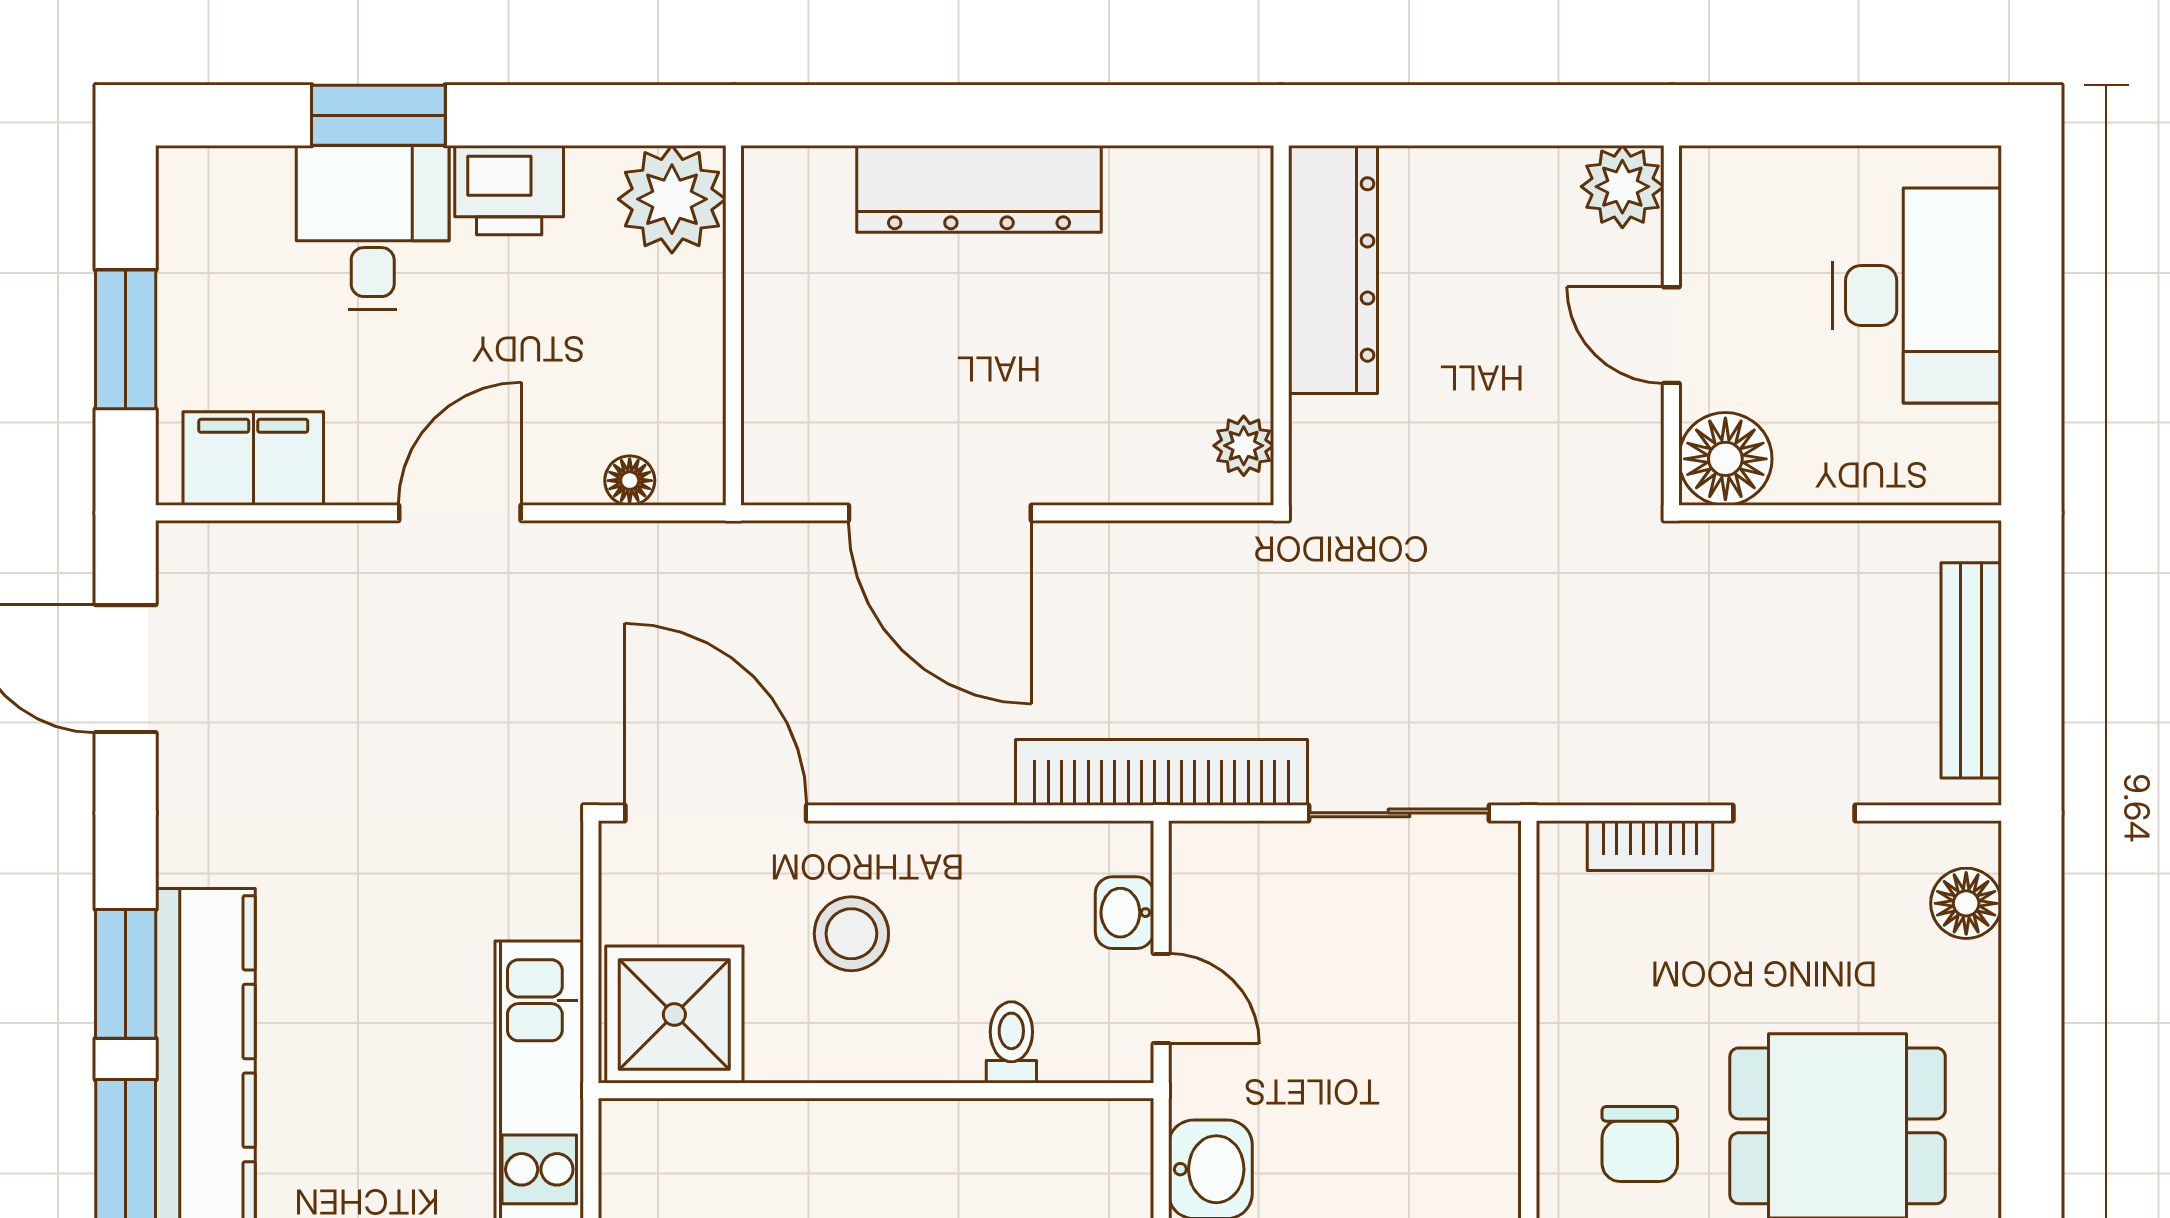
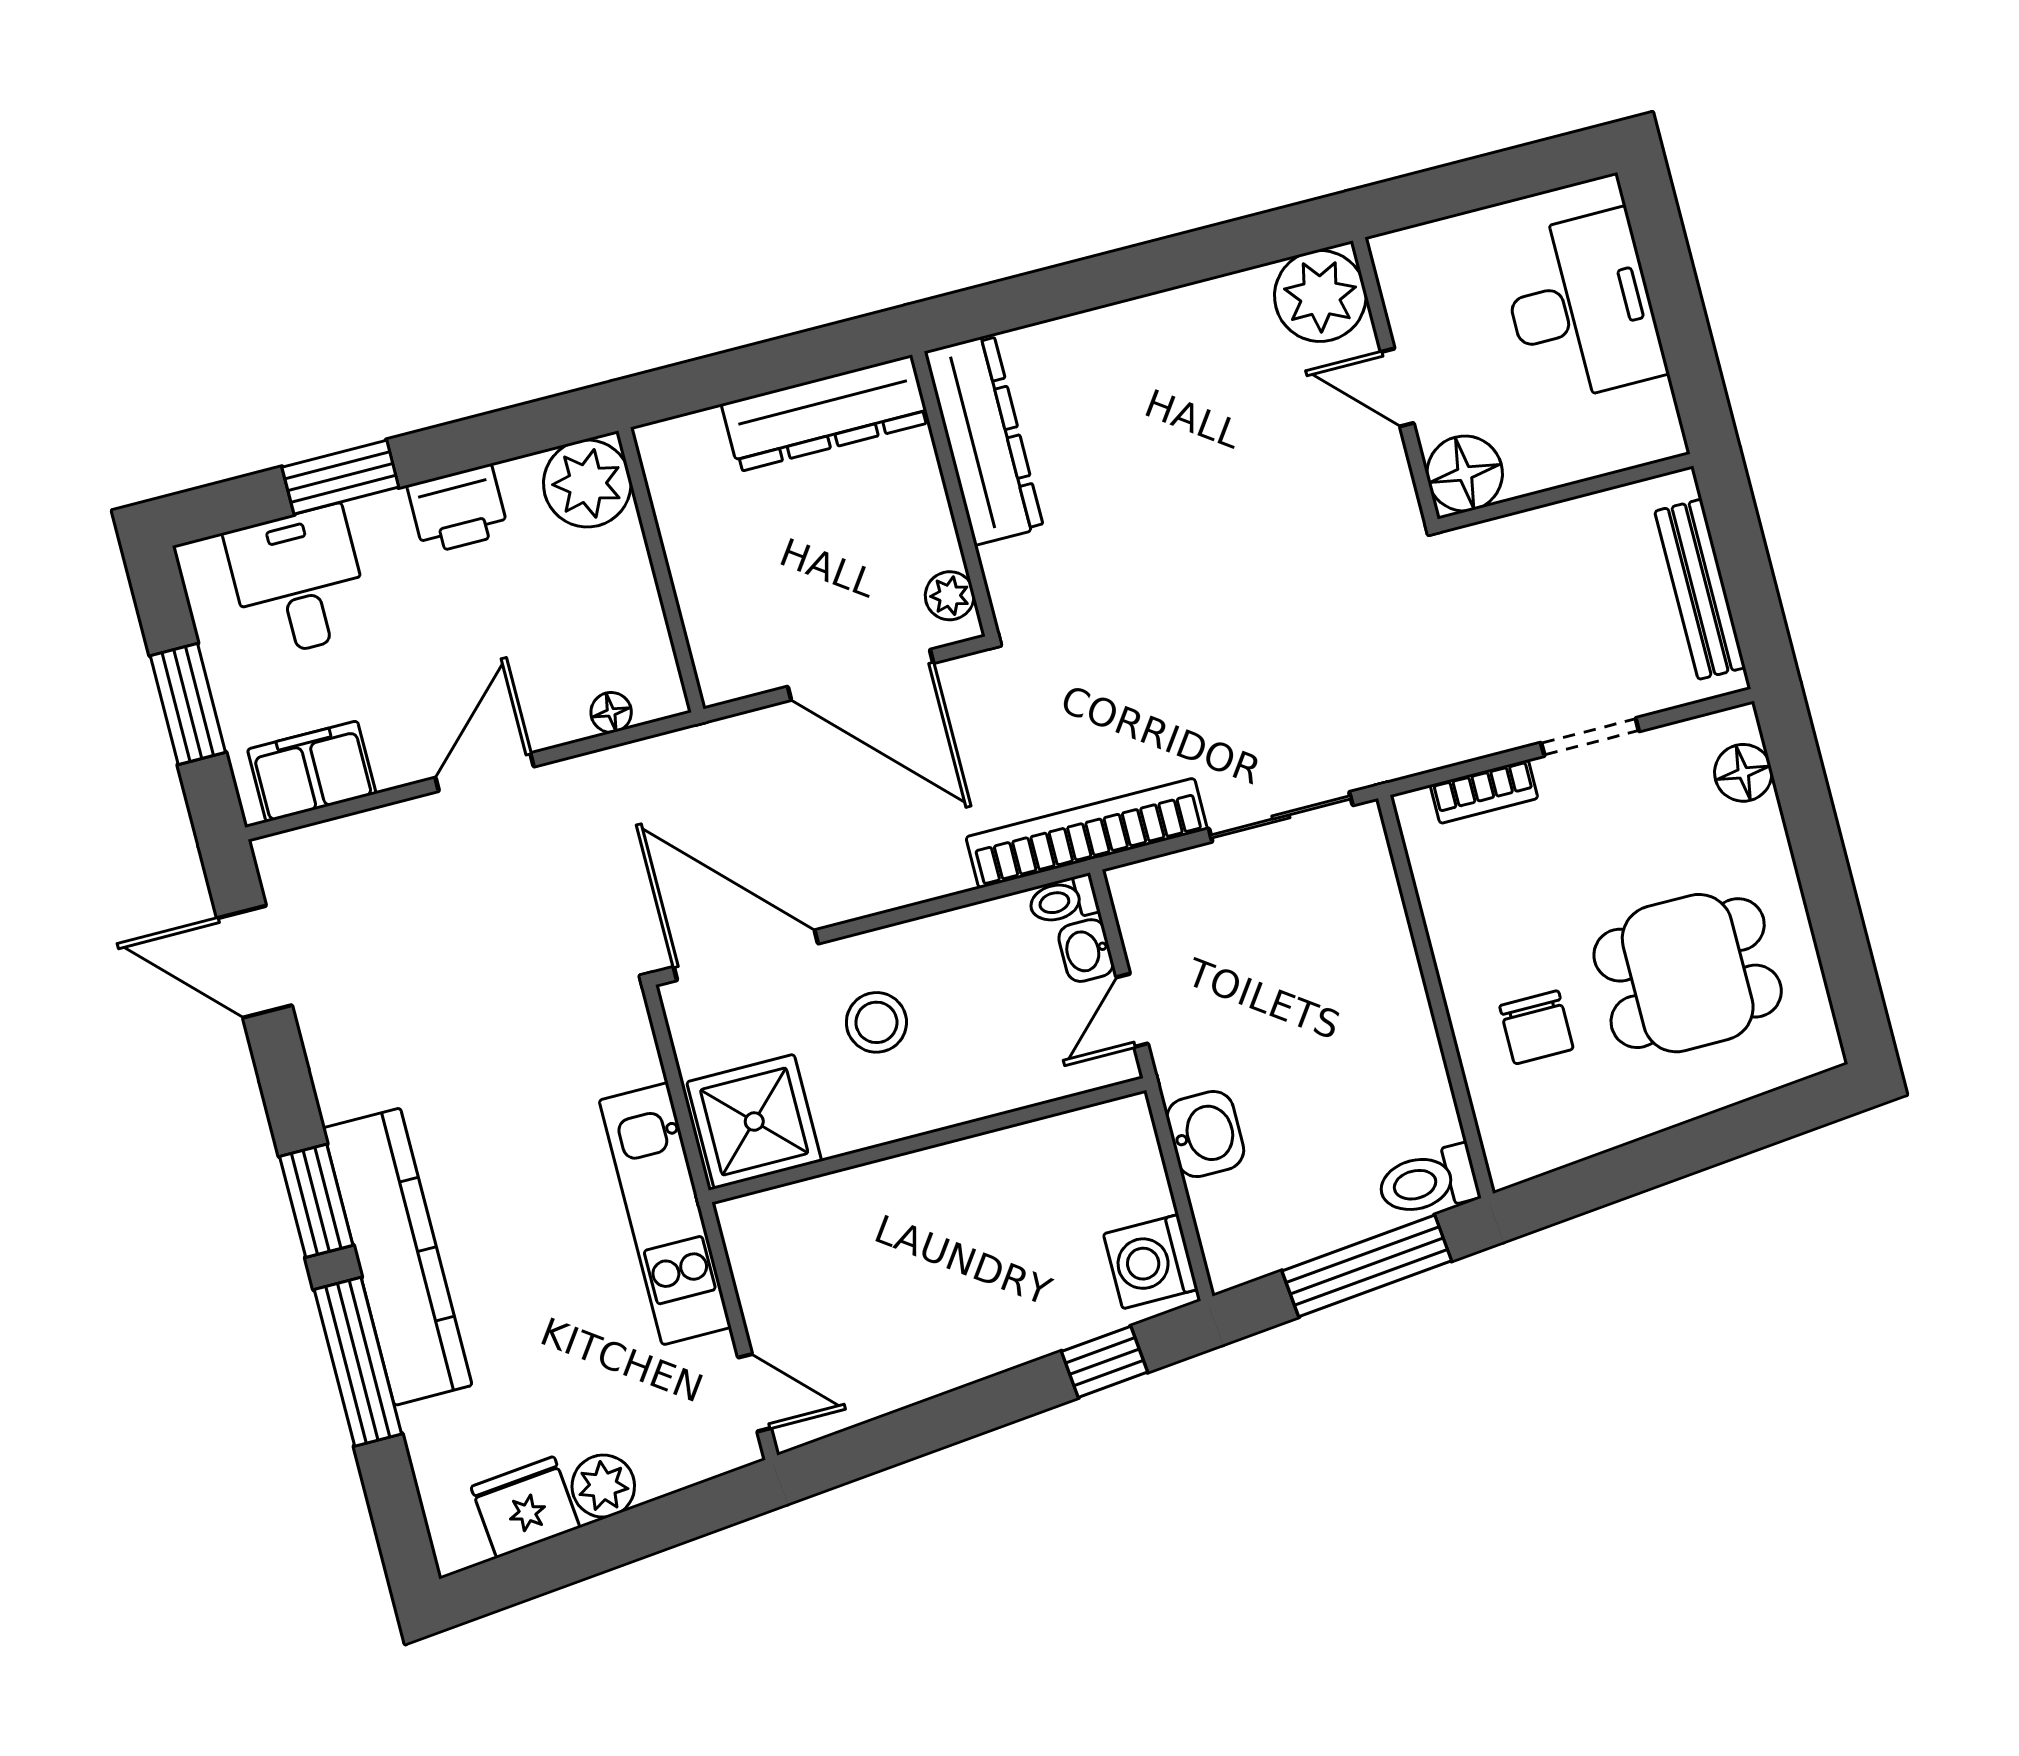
plant: (1622, 187) -> (1320, 296), width x1.36, depth x1.36
desk: (373, 228) -> (298, 582), moved
dresser: (1333, 269) -> (984, 440), moved
wall: (1281, 325) -> (955, 494), moved
plant: (1244, 446) -> (950, 596), moved
door: (1161, 999) -> (1132, 1010), swing flipped
toilet: (1011, 1042) -> (1063, 900), moved, turned -90

